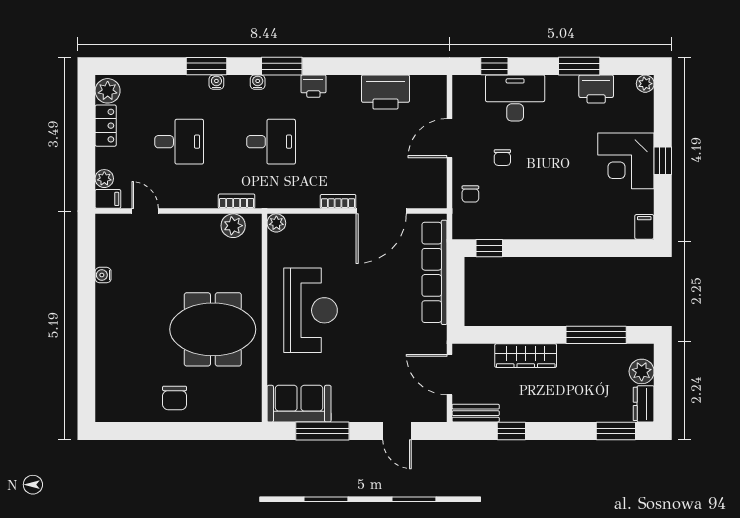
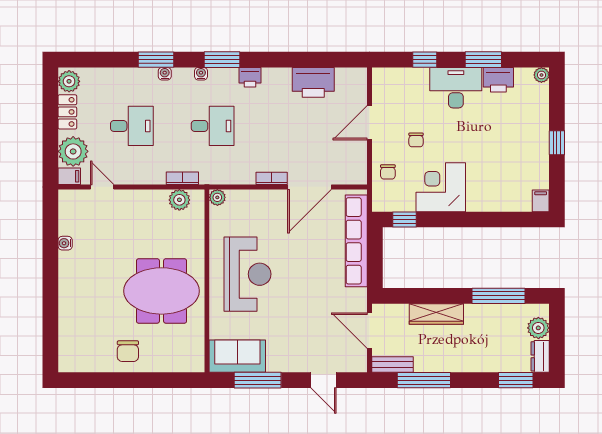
window: (494, 66) -> (425, 60), moved
desk: (515, 98) -> (456, 88), moved
corner desk: (626, 161) -> (441, 187), moved, turned 90
plant: (104, 179) -> (73, 151), width x1.88, depth x1.88
window: (511, 431) -> (424, 380), width x2.17

